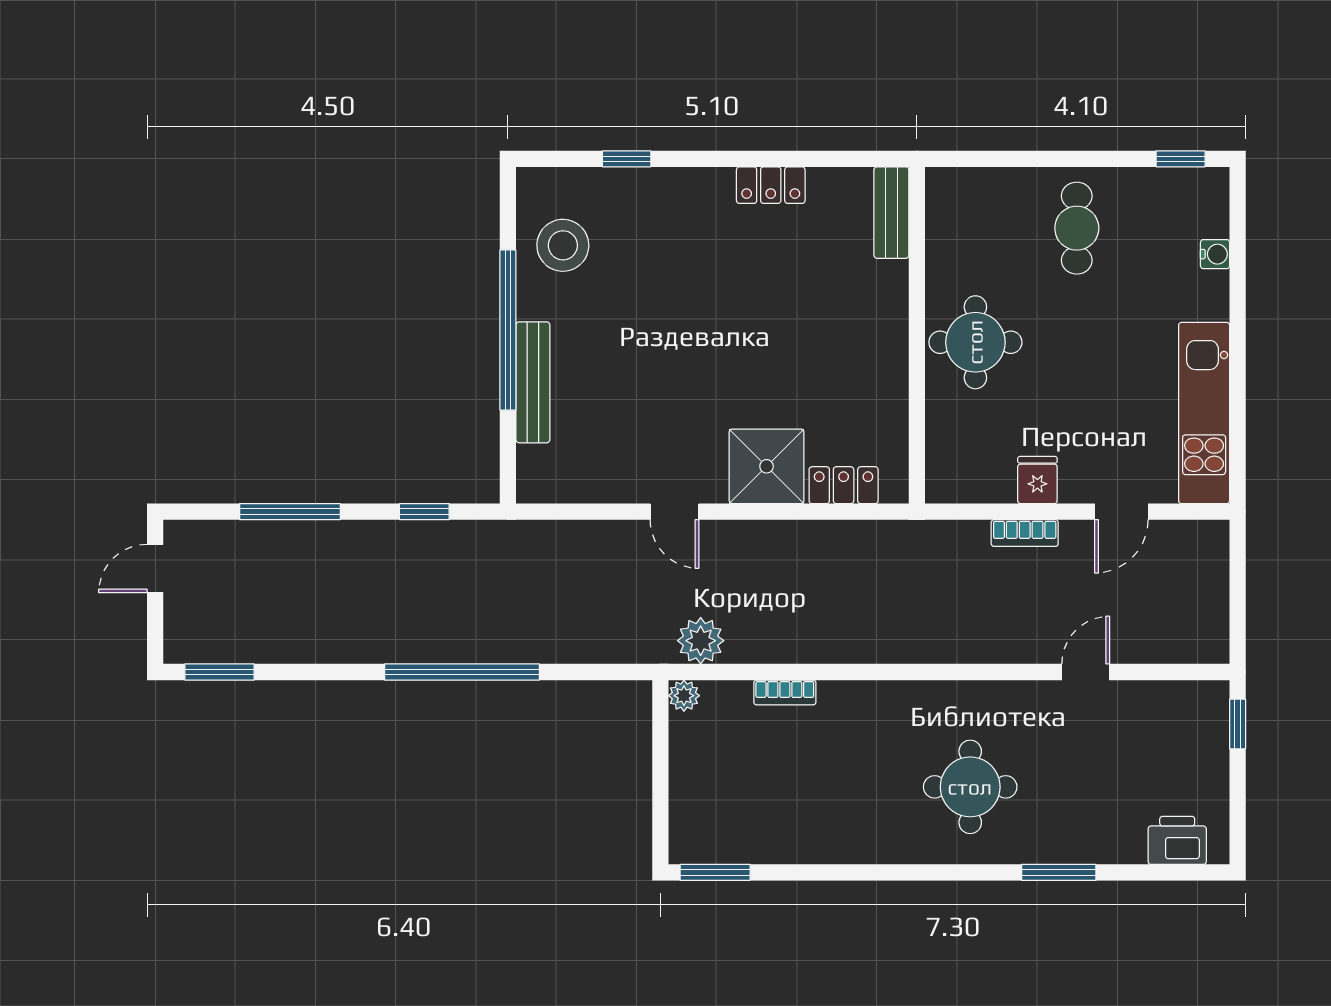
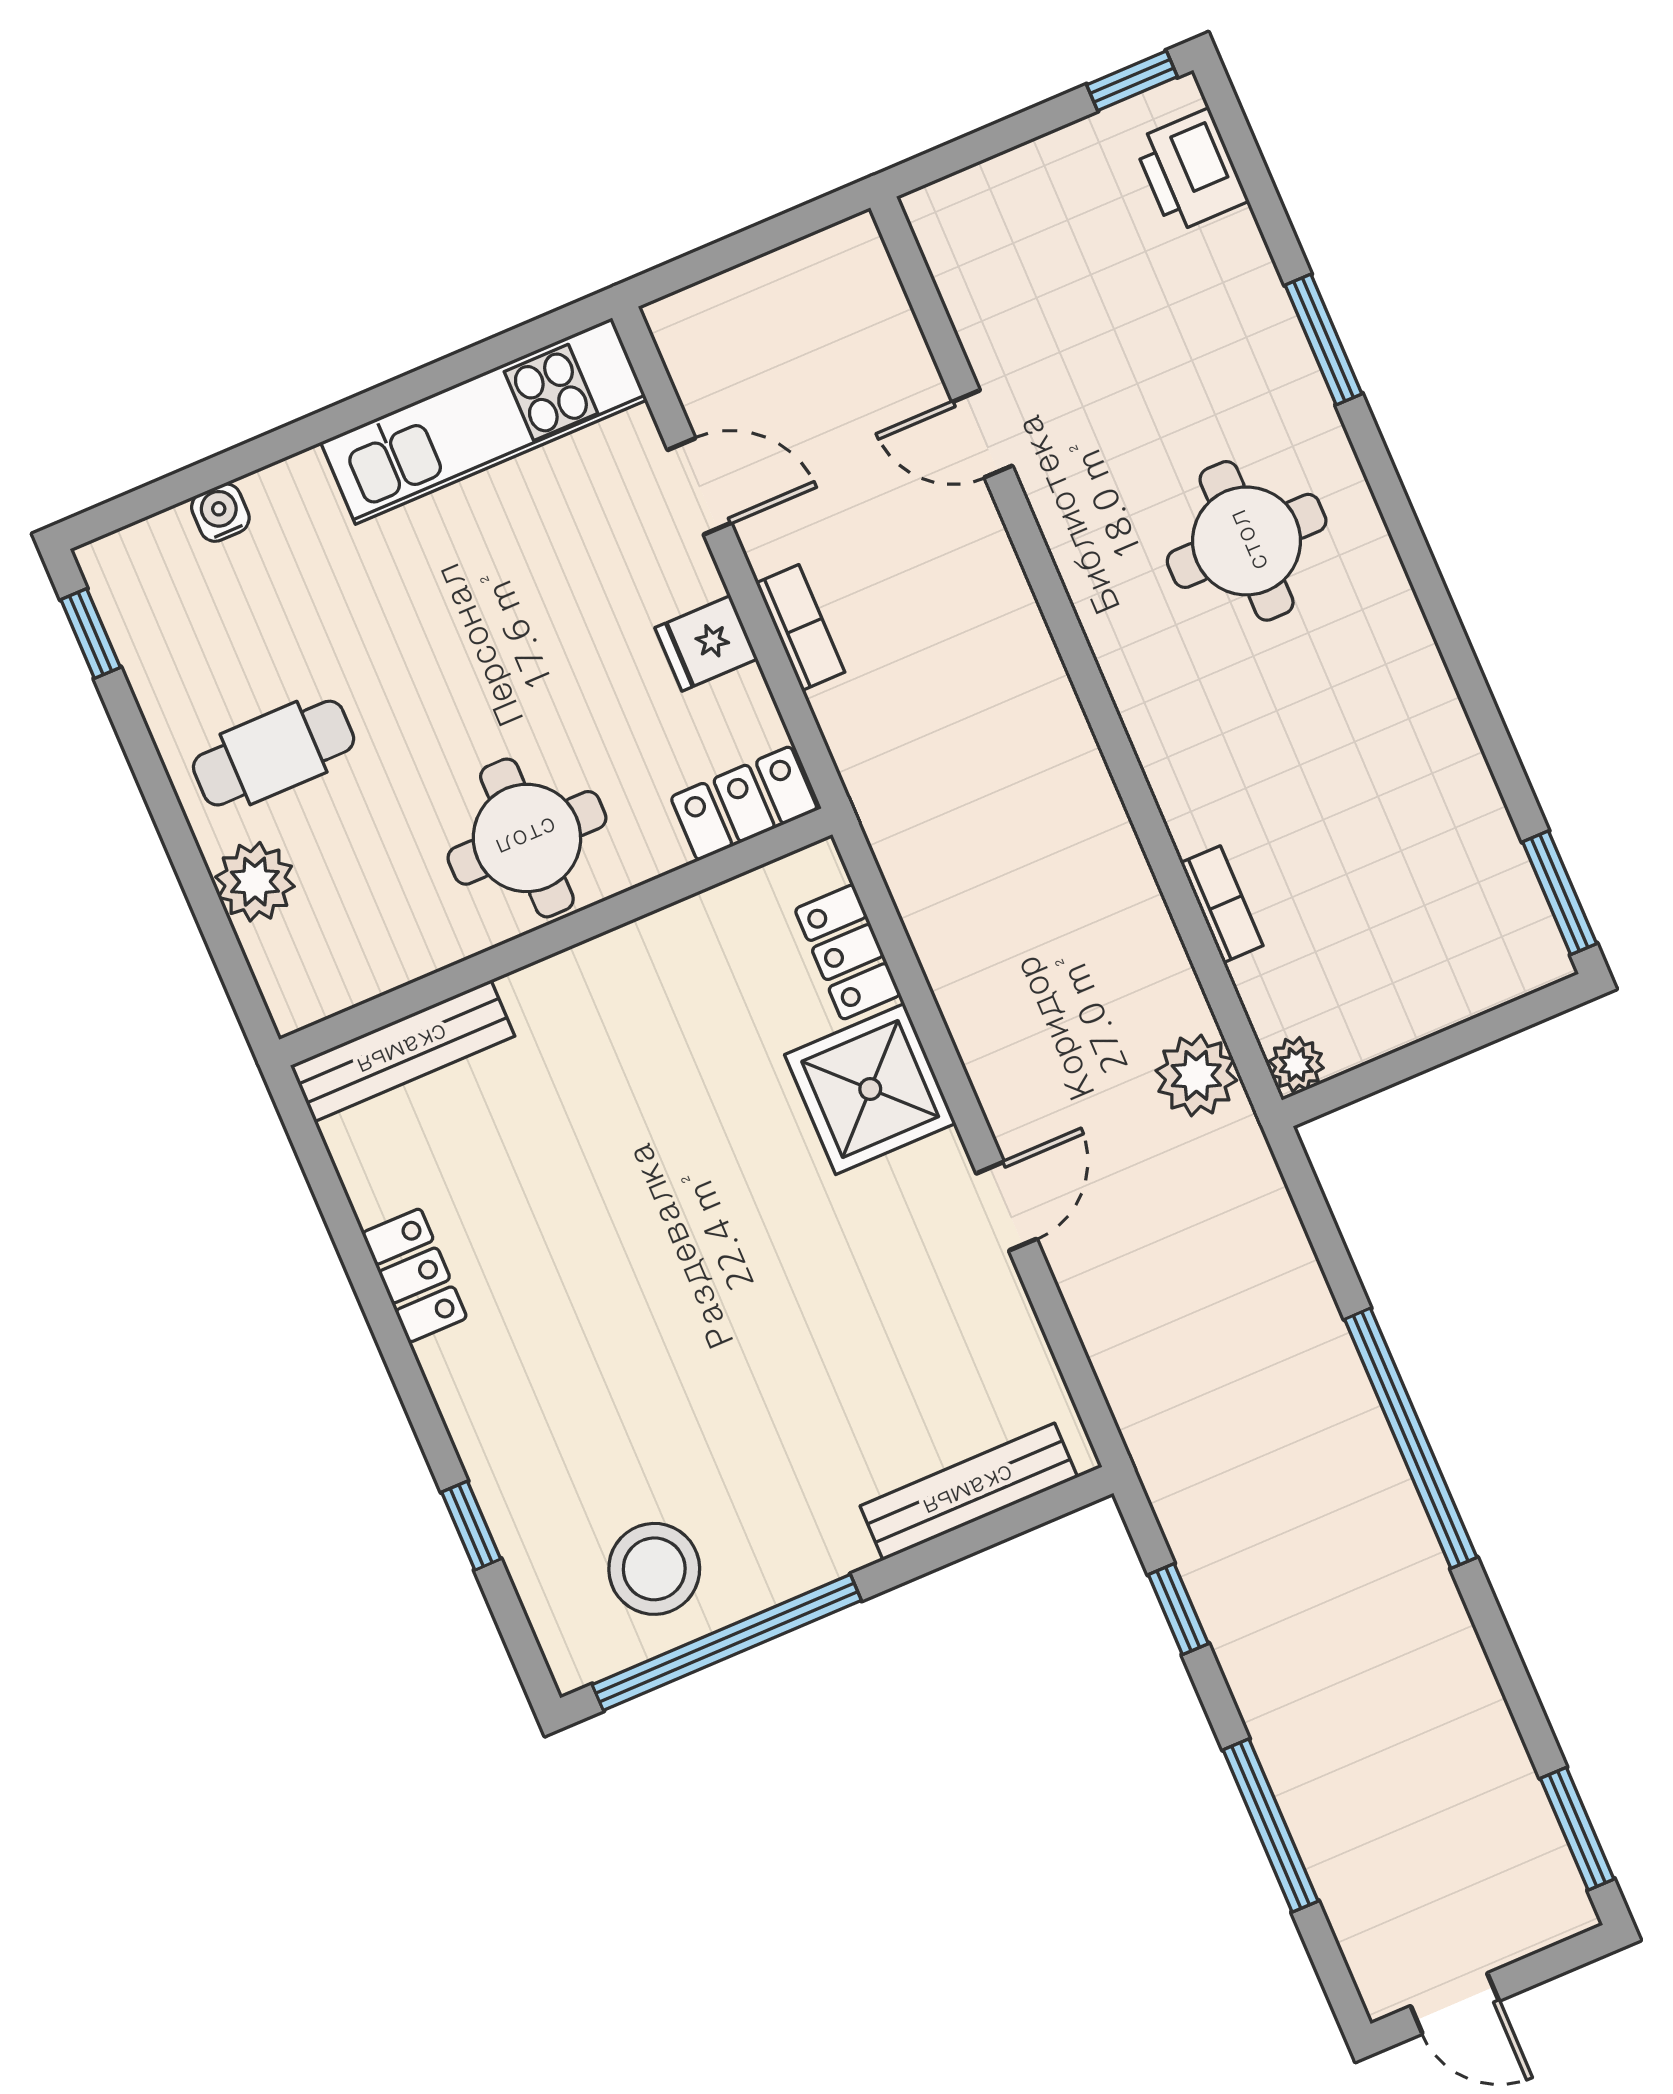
plant: (1013, 190) -> (255, 882), added
bench: (891, 213) -> (403, 1051), width x1.36
window: (508, 330) -> (727, 1642), moved
bench: (533, 382) -> (969, 1492), moved
locker: (945, 464) -> (744, 803), added
window: (1238, 724) -> (1132, 81), moved

